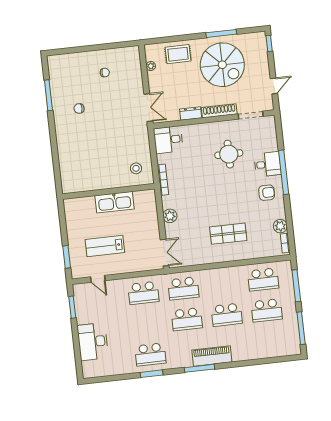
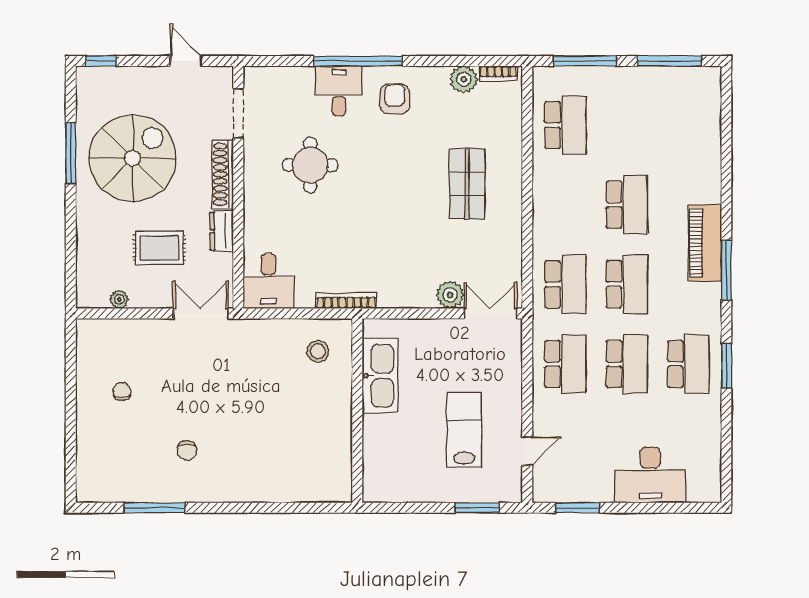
rug: (178, 54) -> (159, 248), moved, turned 90
kitchen sink: (115, 202) -> (380, 376), moved
plant: (170, 216) -> (450, 295), moved
lab bench: (105, 246) -> (464, 430), turned 180
school desk: (267, 310) -> (627, 364), moved

